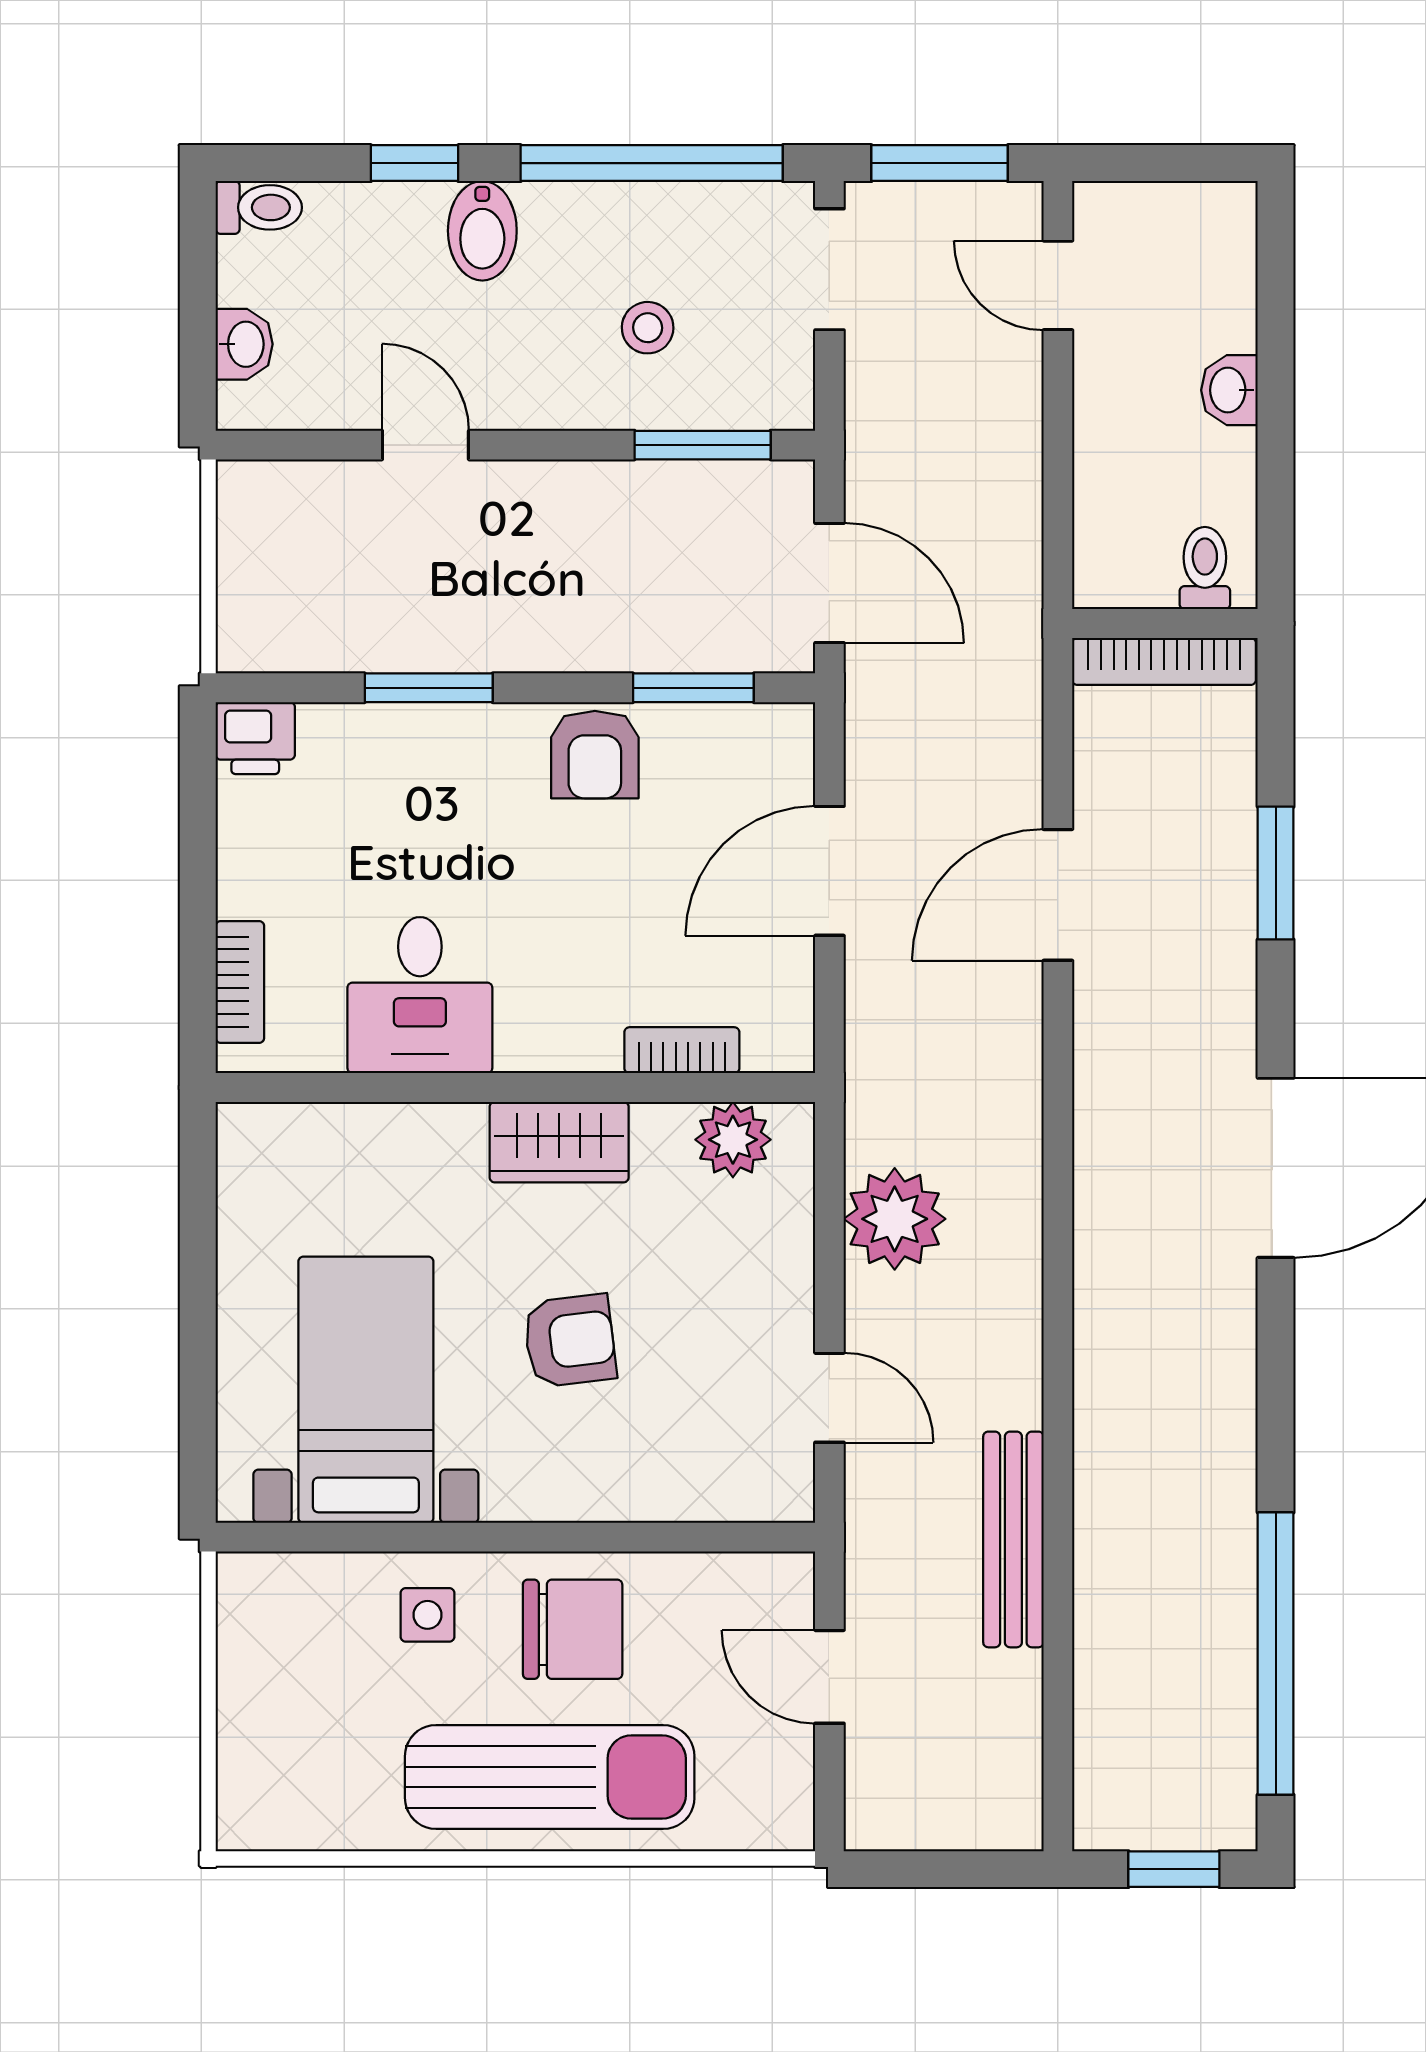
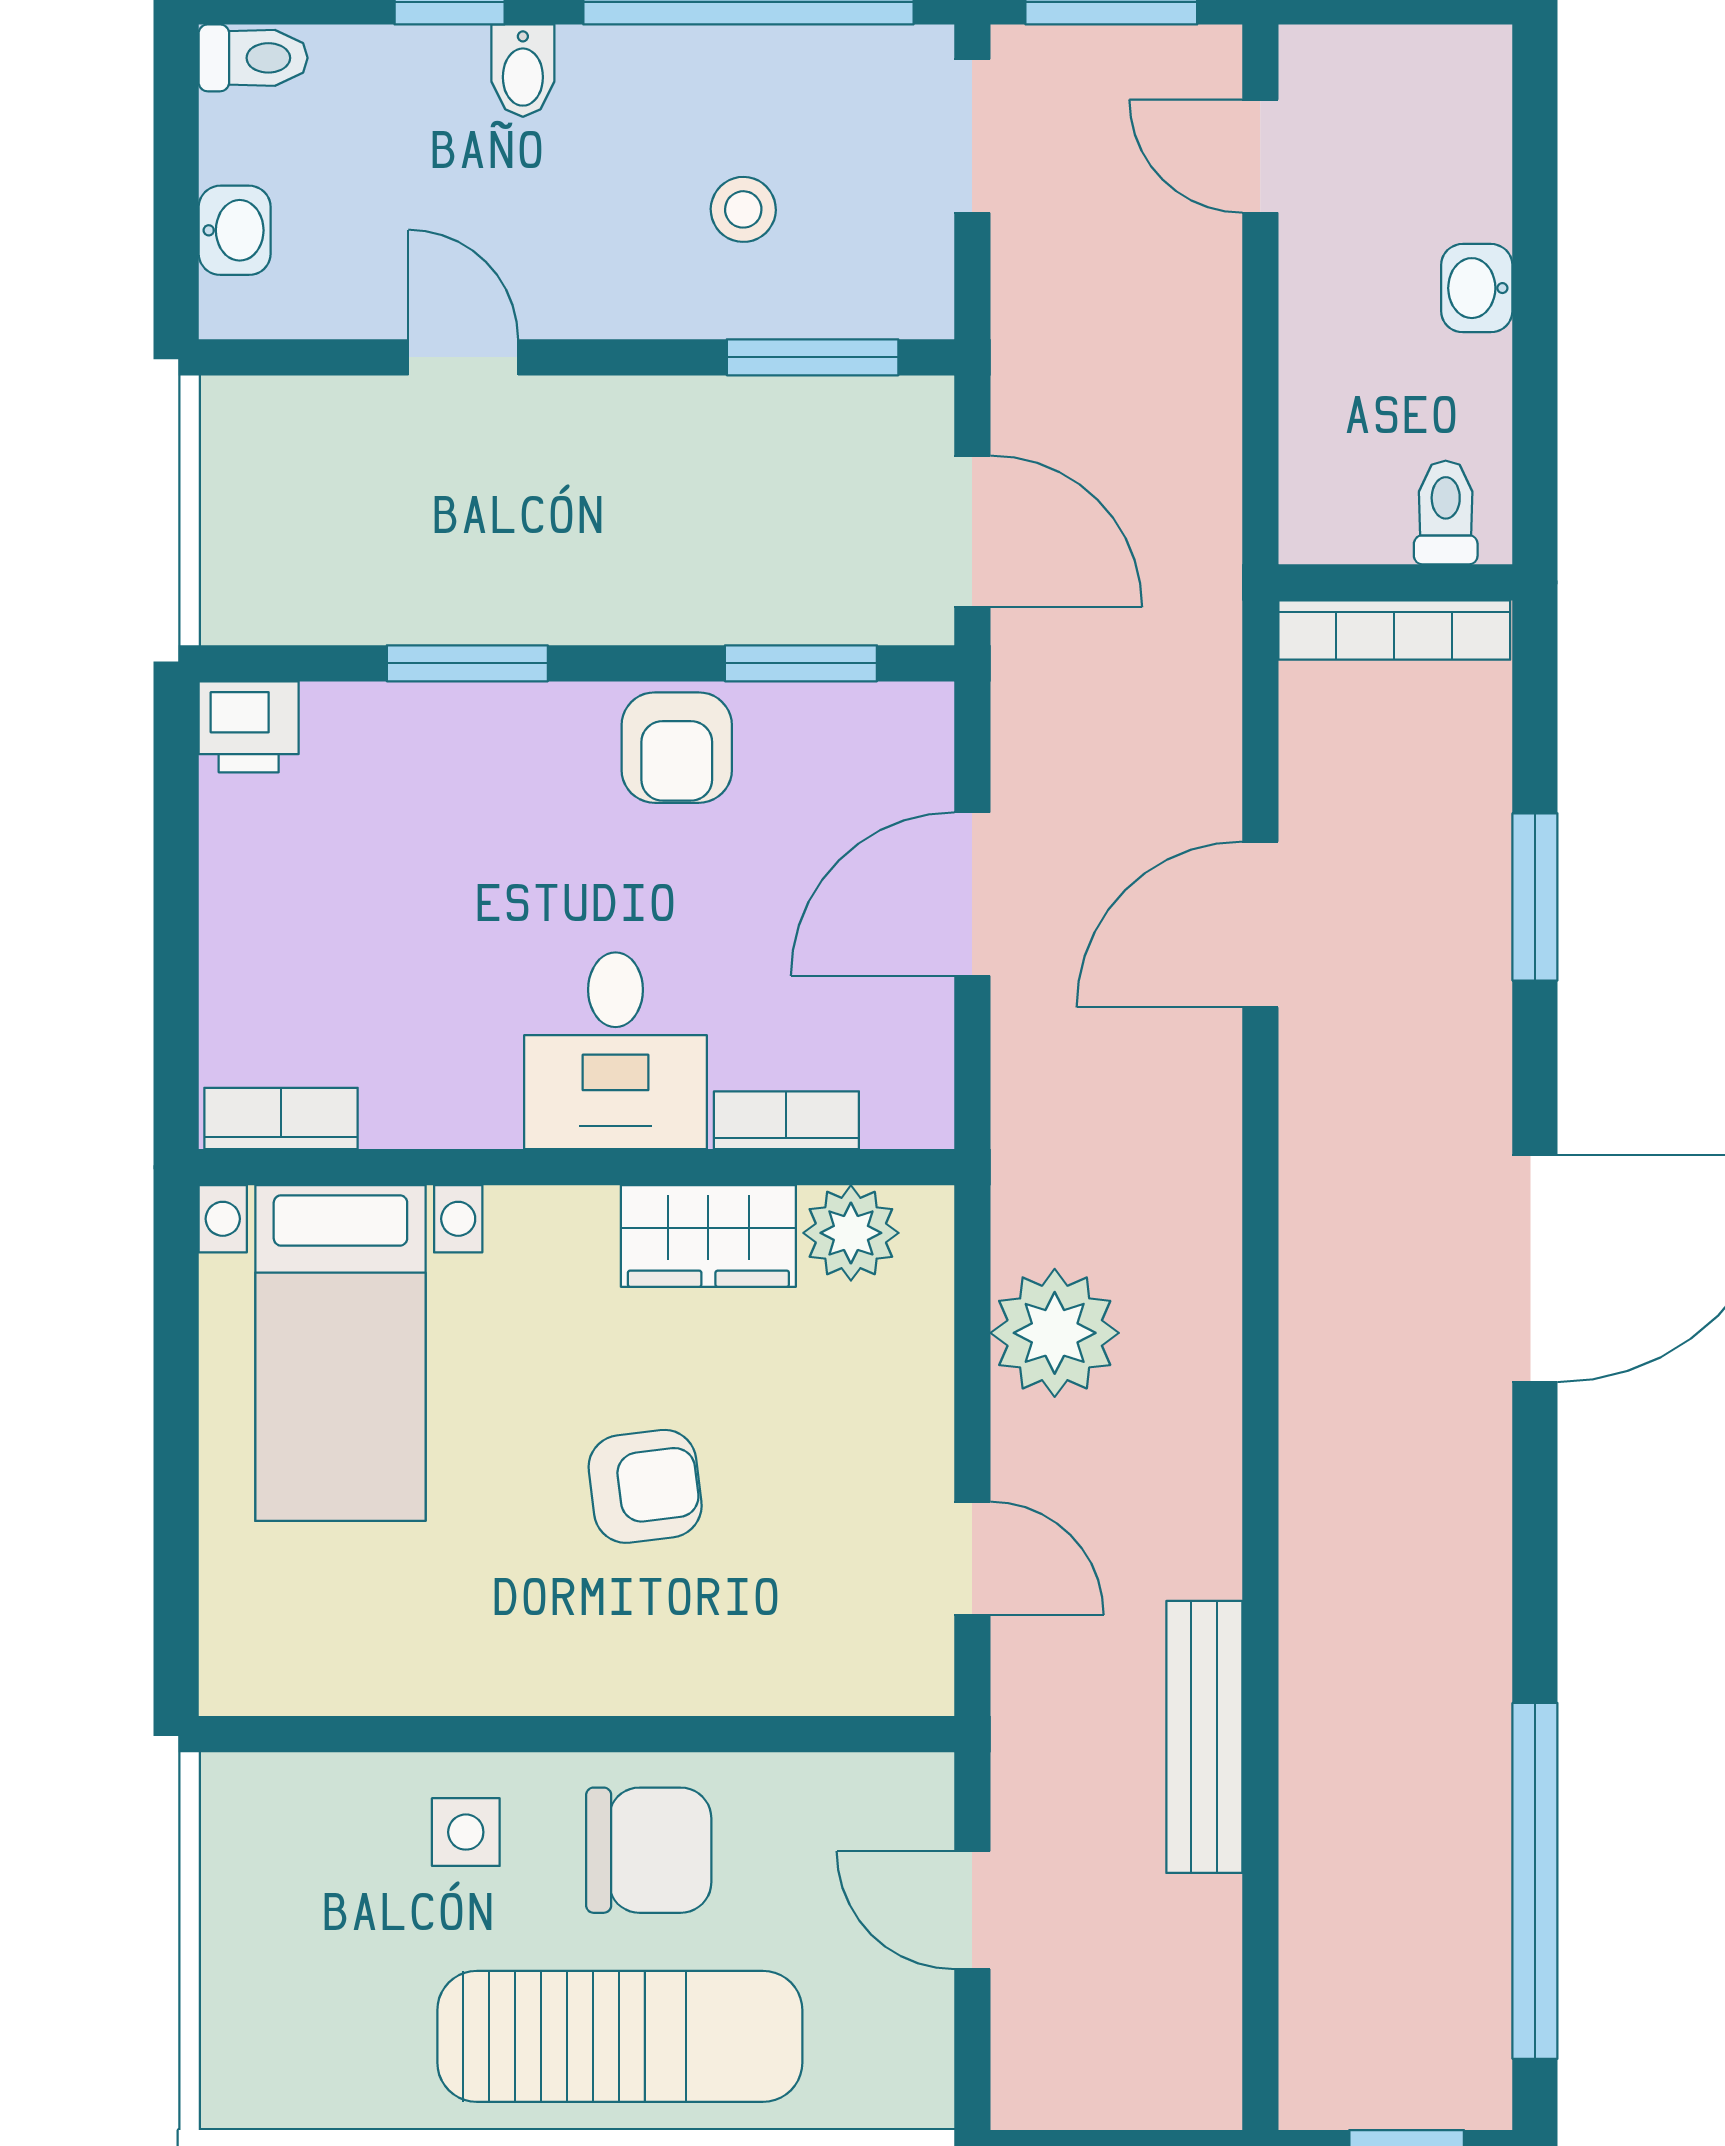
bidet: (482, 231) -> (523, 71), width x0.72, depth x0.74
bookcase: (240, 982) -> (281, 1119), moved, turned -90
desk: (420, 995) -> (616, 1051), moved
wardrobe: (559, 1142) -> (708, 1236), moved
bed with nightstands: (366, 1390) -> (340, 1353), moved, turned 180

